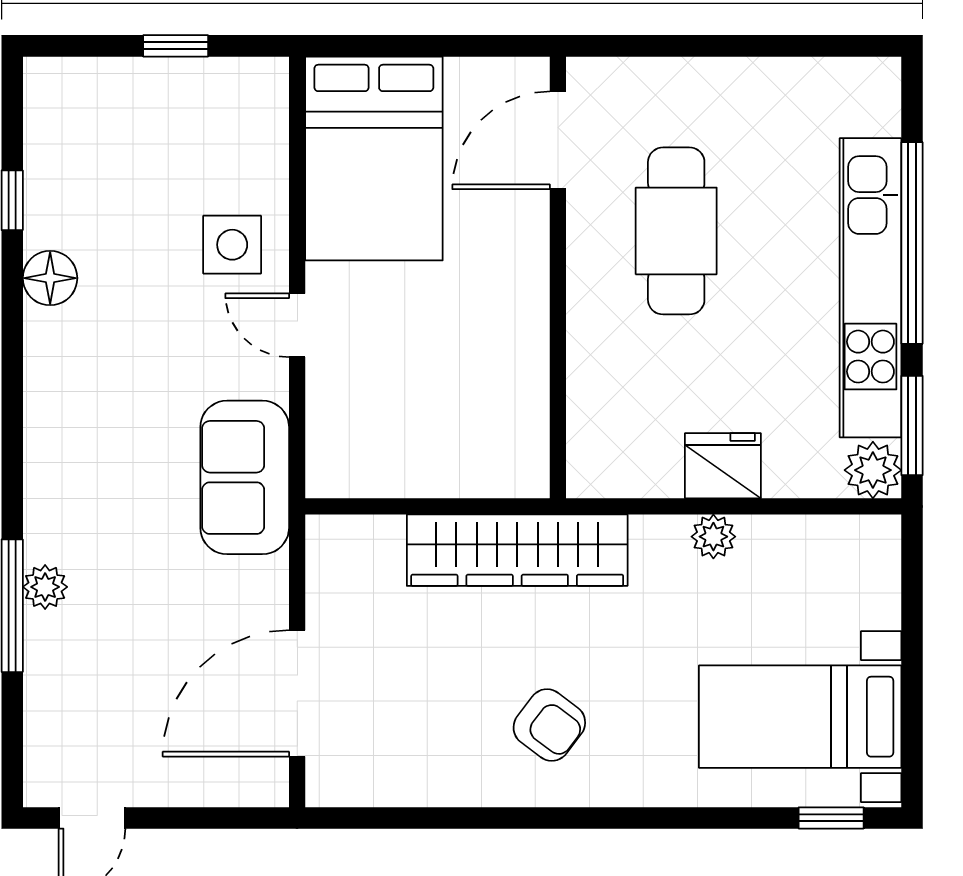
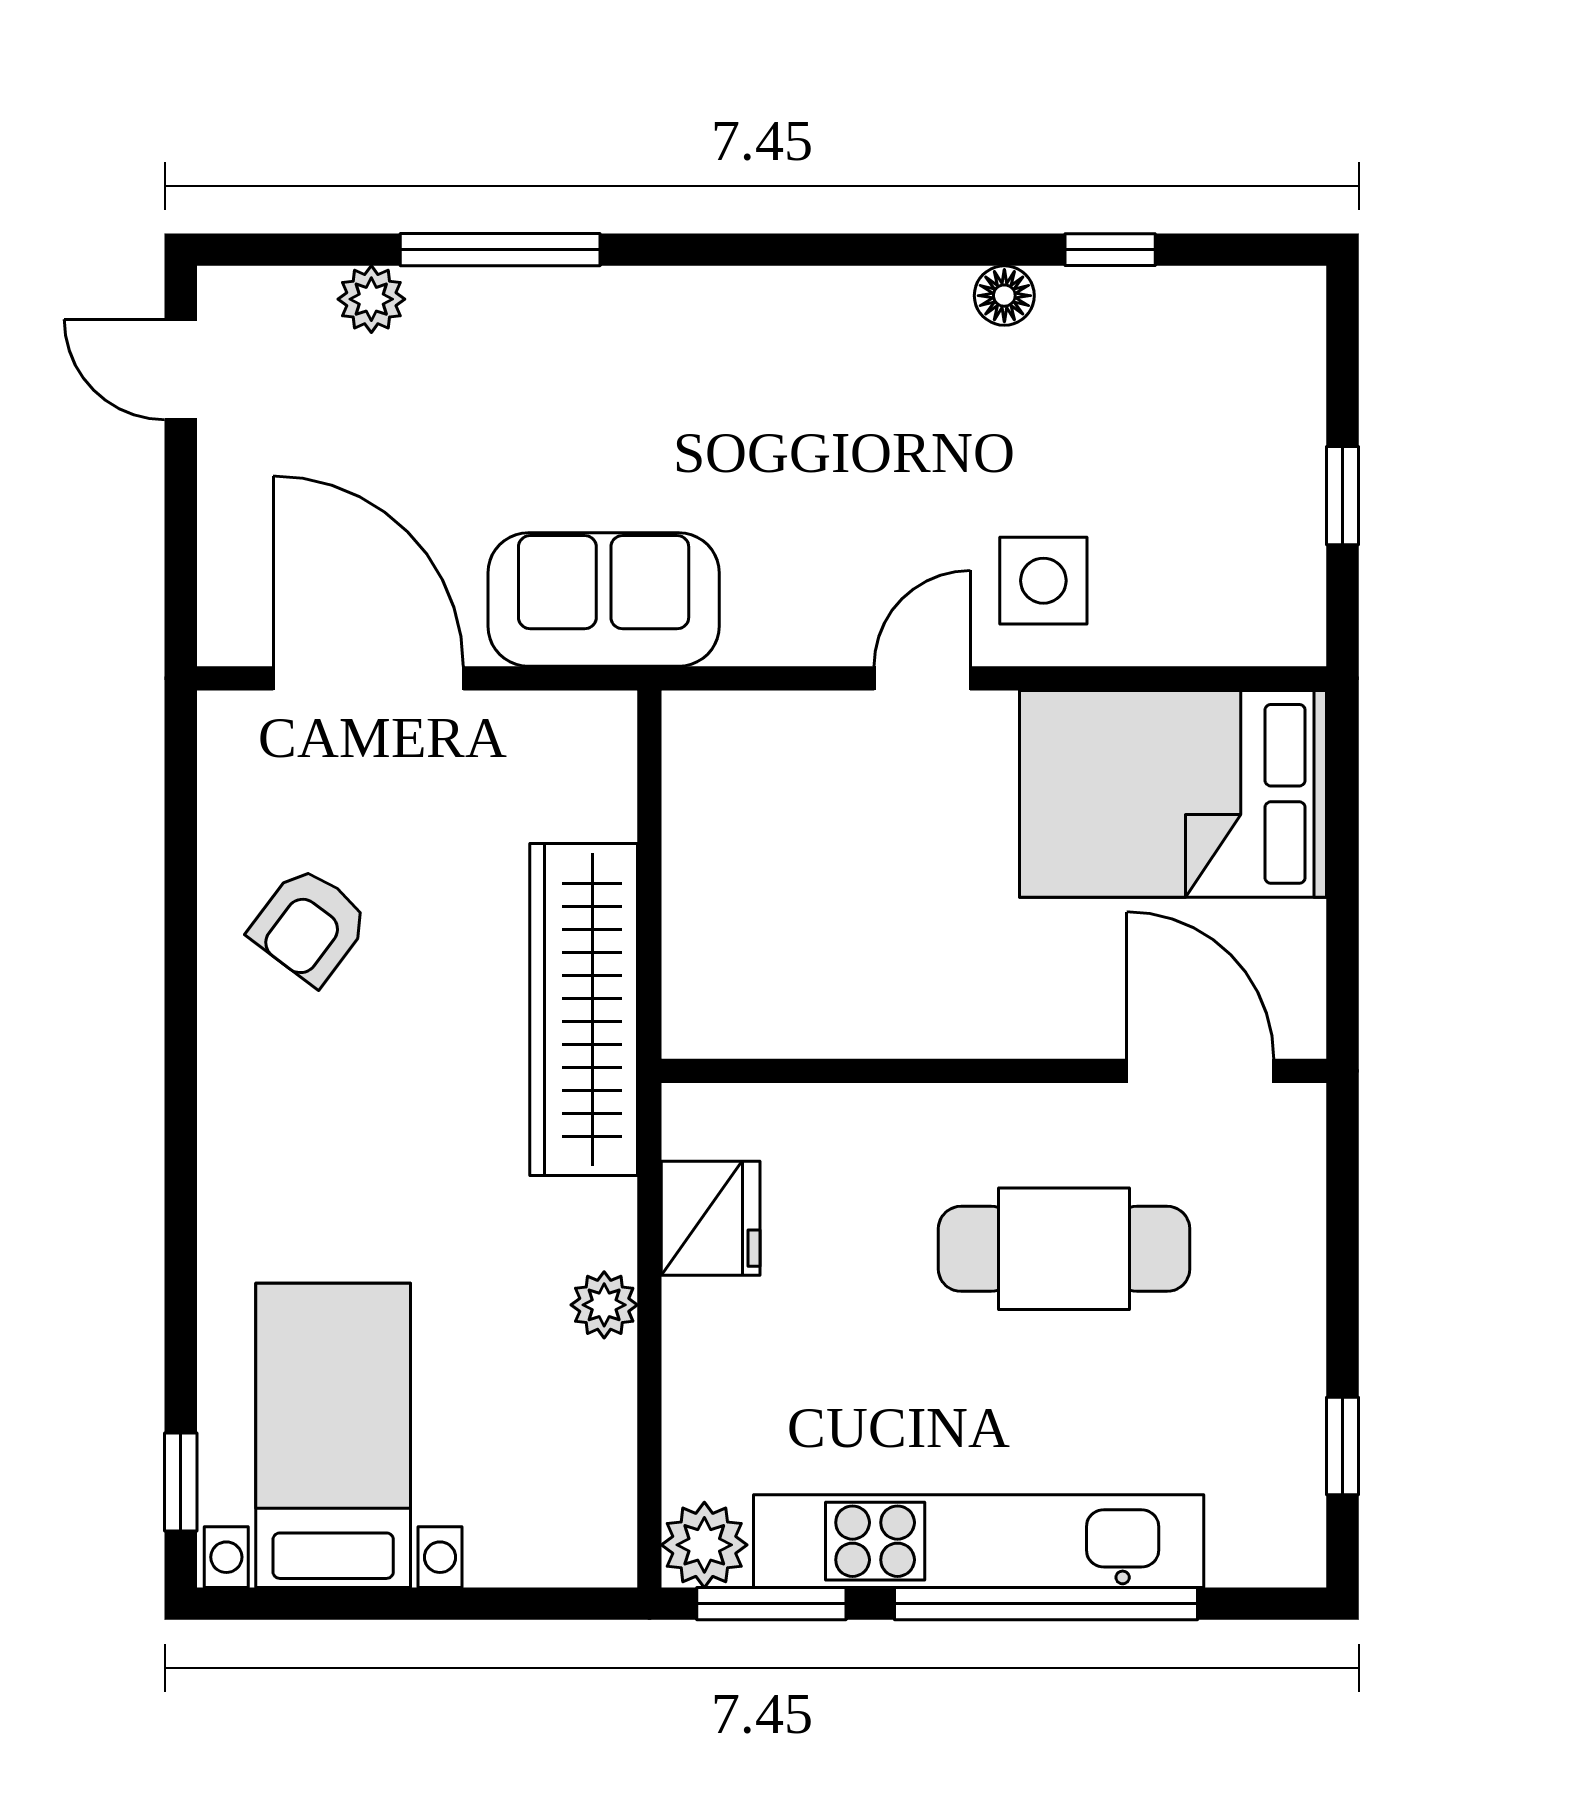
window: (807, 46) -> (1342, 1446), added
floor lamp: (50, 278) -> (1004, 296), width x0.73, depth x0.73
fridge: (723, 466) -> (711, 1218), moved
sofa: (245, 477) -> (604, 599), moved
plant: (45, 587) -> (371, 299), moved
armchair: (549, 725) -> (309, 926), moved

